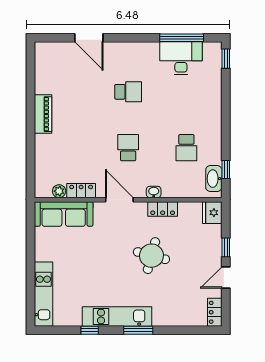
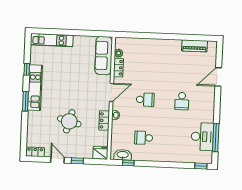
piano: (43, 114) -> (195, 46), moved
round table: (151, 256) -> (69, 121), moved

